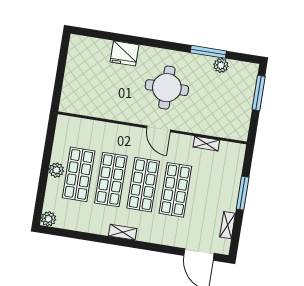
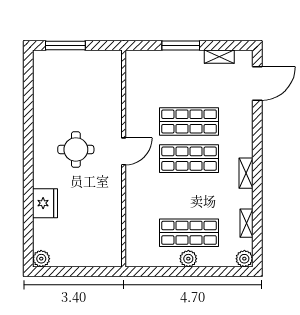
window: (208, 52) -> (28, 109), removed
plant: (221, 65) -> (41, 259), moved
round table: (167, 88) -> (76, 149), width x0.73, depth x0.73
shelving: (206, 144) -> (246, 223), moved
shop shelf: (111, 179) -> (189, 196), removed

